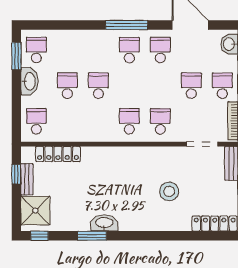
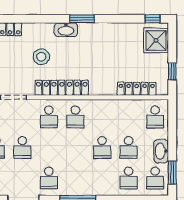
school desk: (129, 50) -> (129, 178), moved
locker: (145, 155) -> (62, 88), added
bench: (27, 179) -> (163, 67), removed
washbasin: (104, 223) -> (66, 30), moved
window: (92, 236) -> (82, 19), moved

